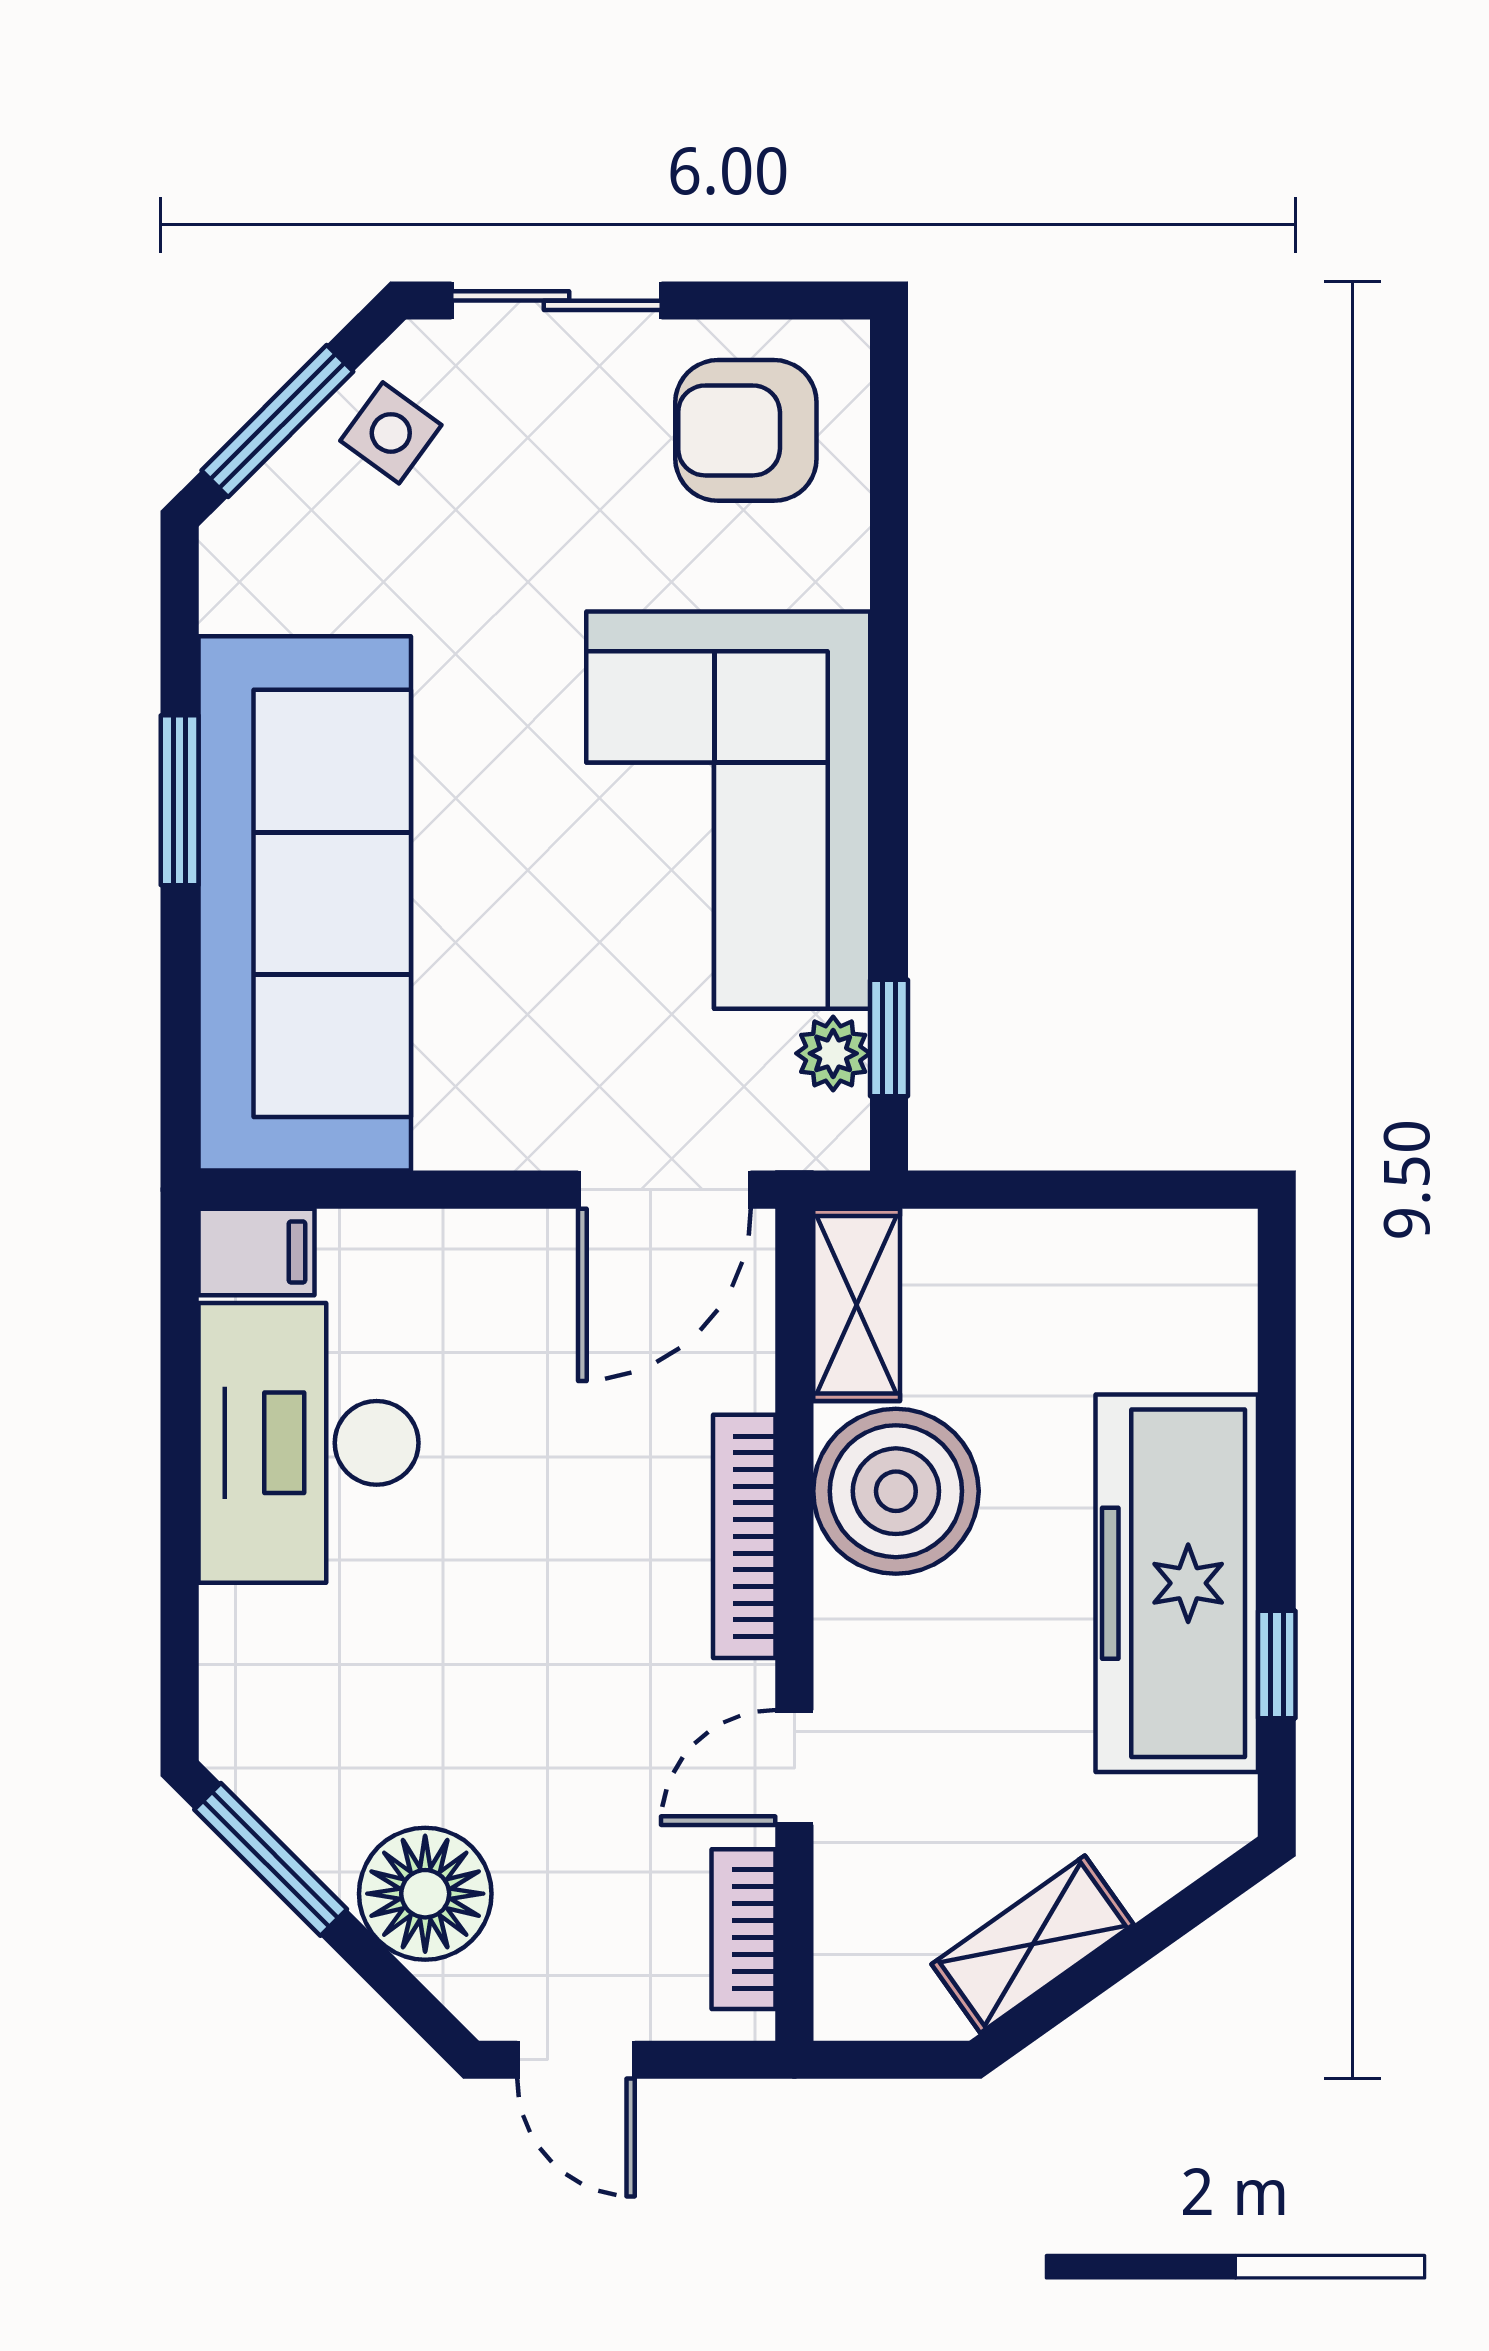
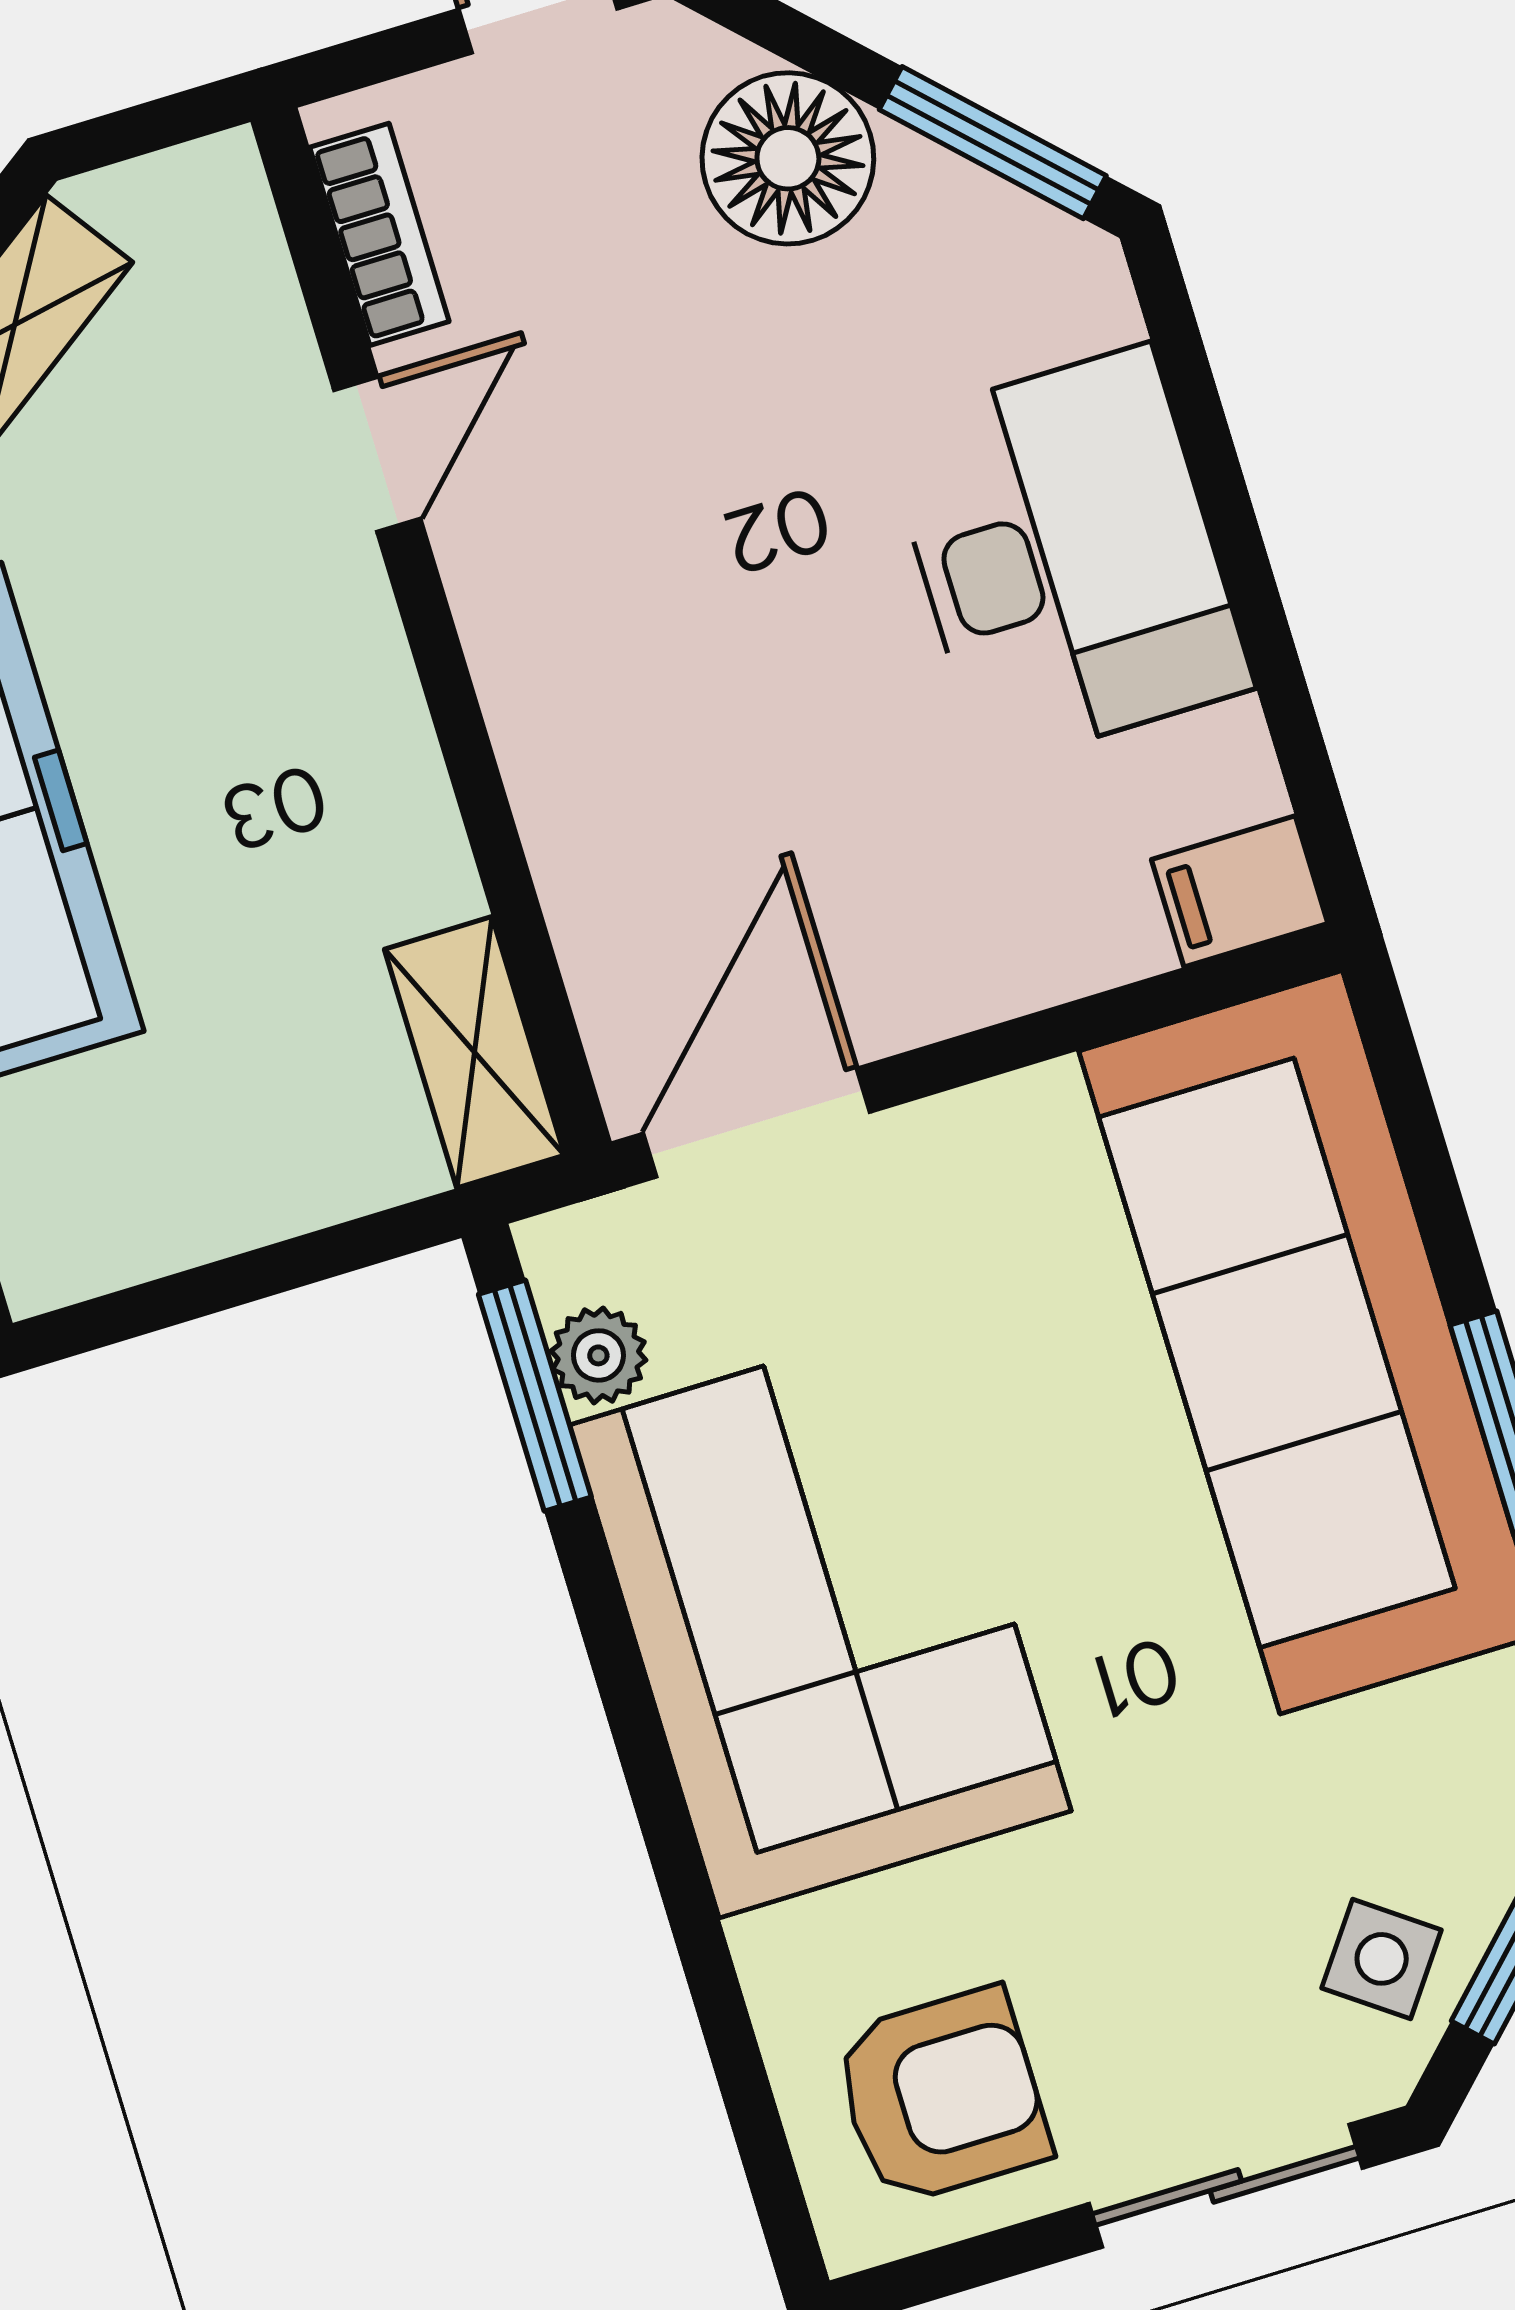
window: (889, 1038) -> (535, 1396), width x1.50
desk: (308, 1443) -> (1067, 556), moved
boiler: (896, 1491) -> (355, 836), removed
bookcase: (744, 1536) -> (527, 722), removed

